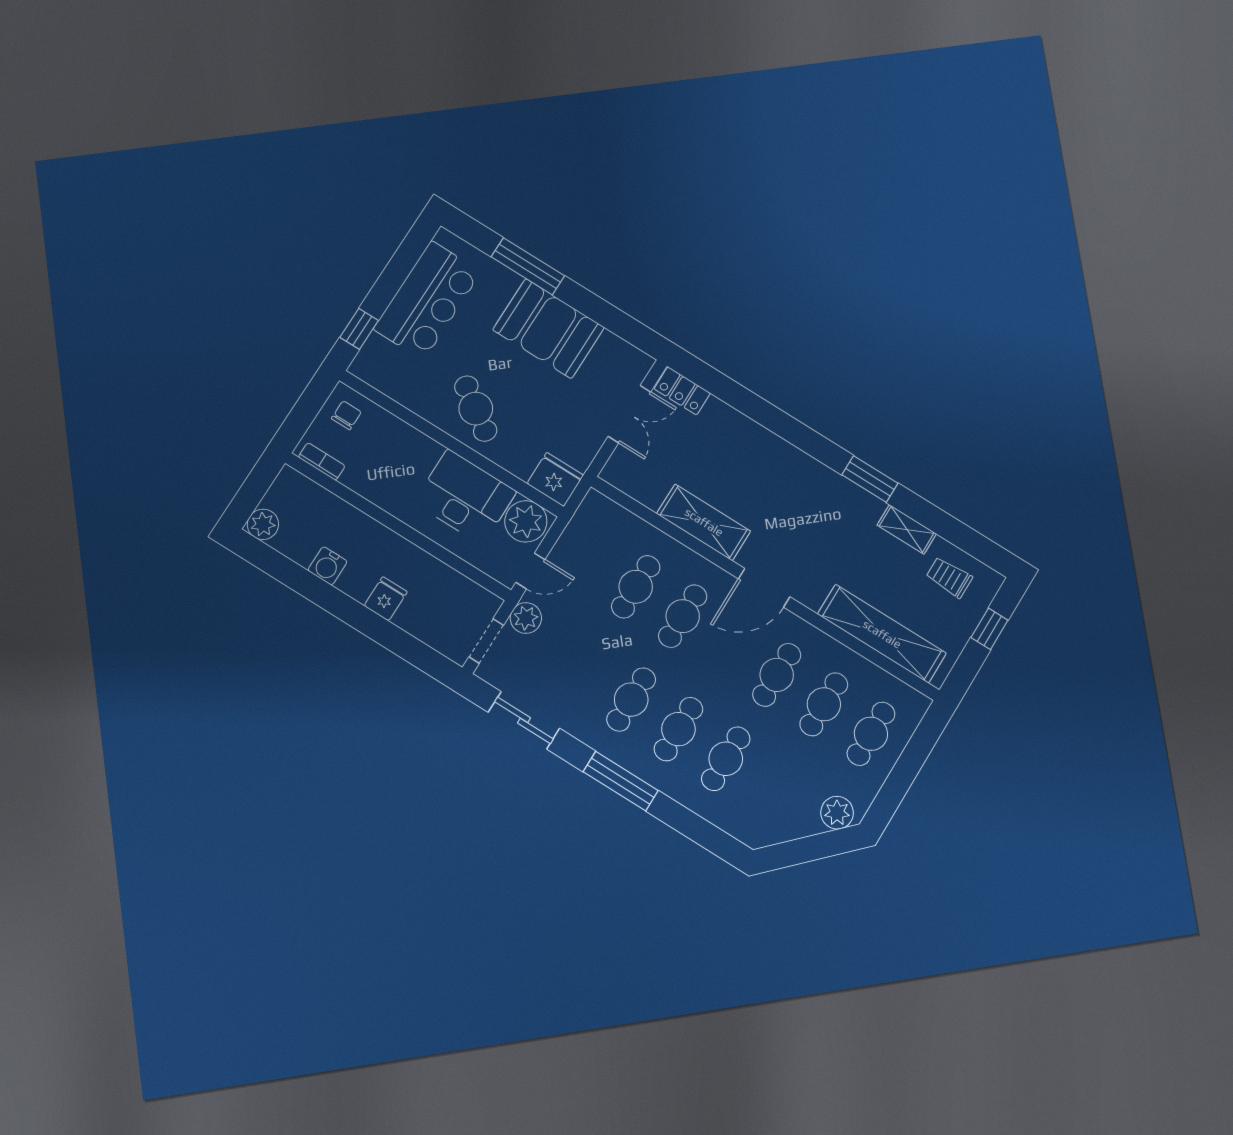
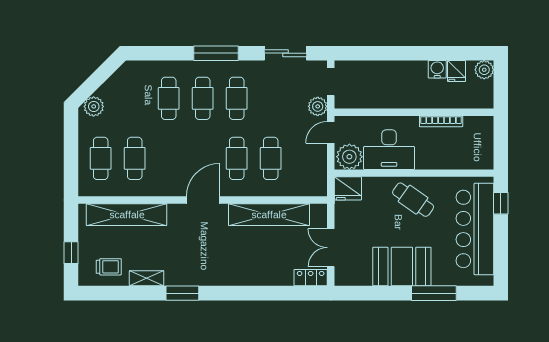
bar counter: (427, 300) -> (475, 229), width x1.36
chair: (346, 415) -> (478, 154), removed
bookcase: (322, 461) -> (441, 121), moved, width x1.56
shelving: (704, 522) -> (269, 215), width x1.47
fridge: (386, 599) -> (457, 71), moved
cafe table: (777, 675) -> (169, 158), removed

